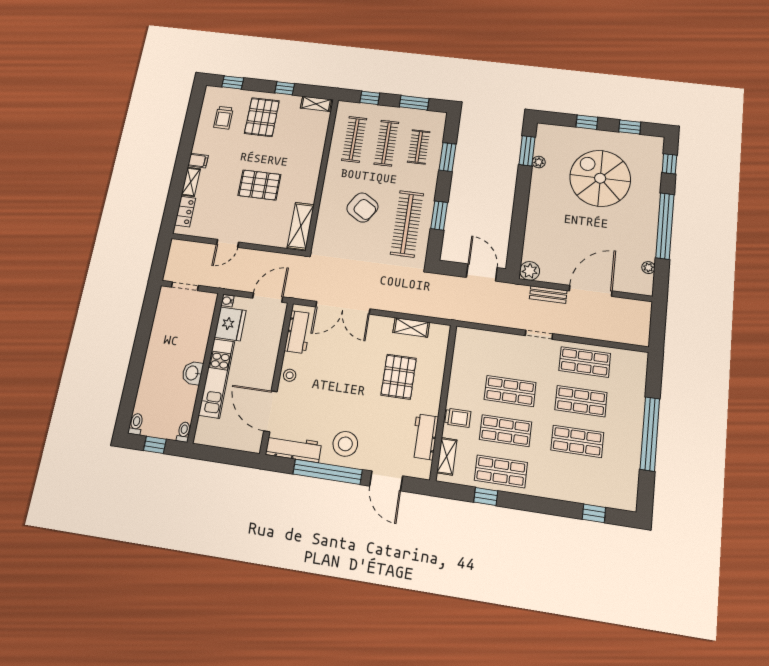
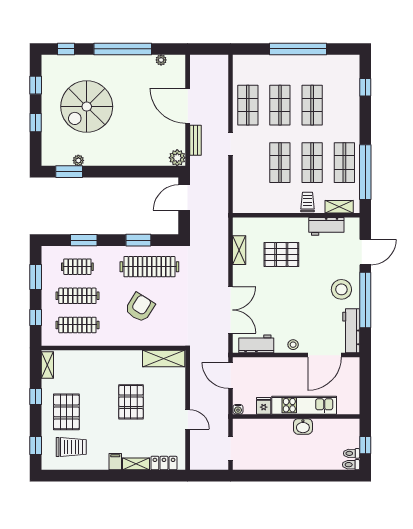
pallet: (262, 117) -> (66, 412), turned 90
trolley: (223, 118) -> (71, 447), width x1.36, depth x1.39
fridge: (230, 324) -> (264, 406), width x0.53, depth x0.75
toilet: (184, 432) -> (352, 453), moved
window: (486, 496) -> (365, 172), width x3.17

